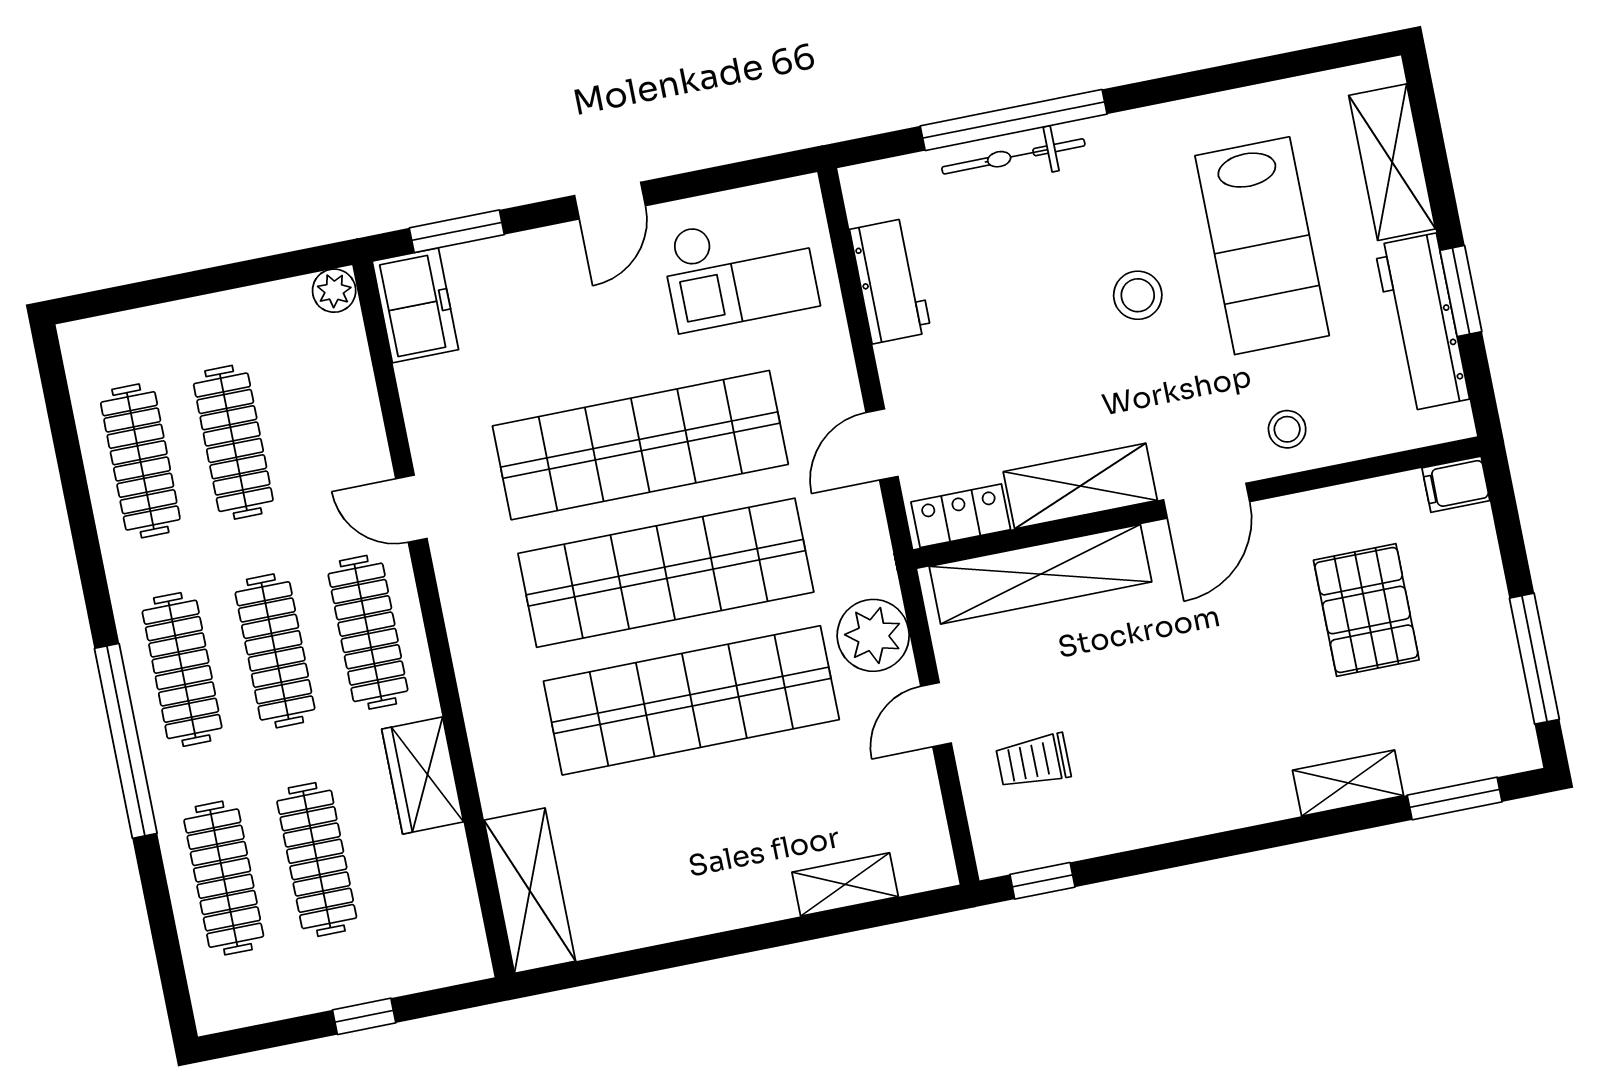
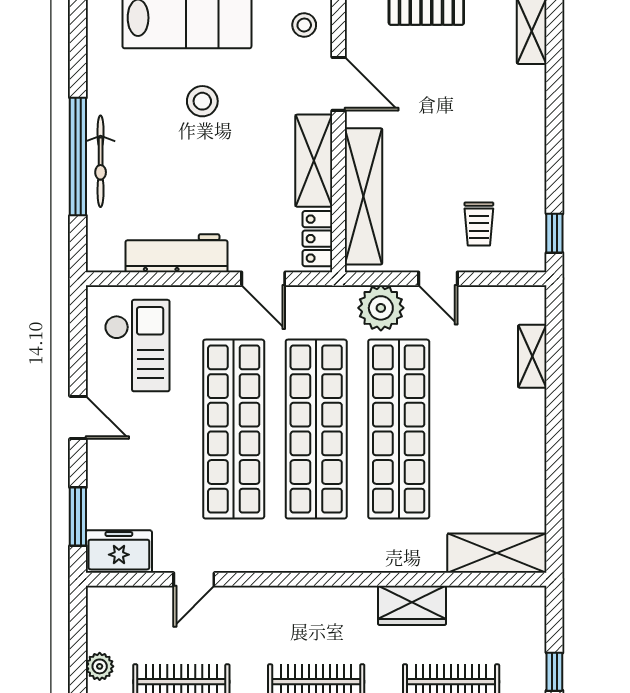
workbench: (890, 281) -> (176, 253), width x1.37
plant: (334, 291) -> (100, 666), moved
door: (411, 509) -> (194, 579), moved
clothes rail: (368, 632) -> (316, 622), removed

